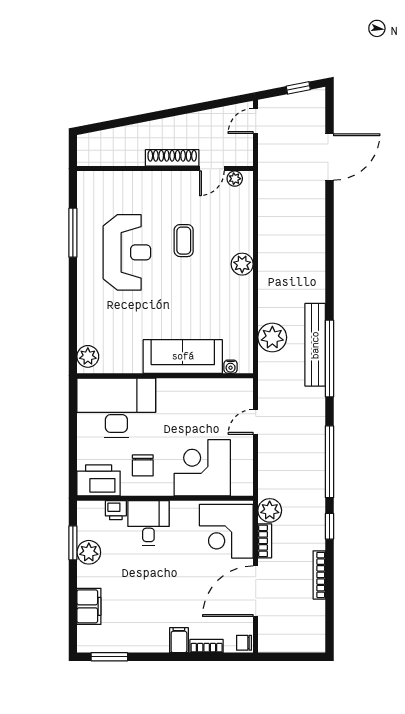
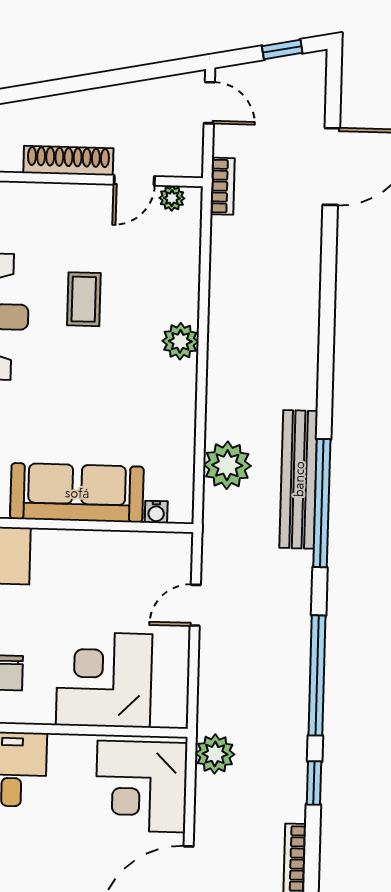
door: (256, 121) -> (209, 103), swing flipped
bookcase: (265, 541) -> (222, 186), moved

